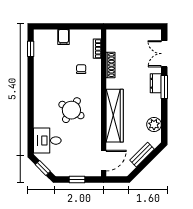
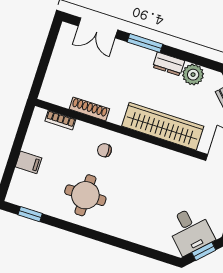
chair: (81, 69) -> (104, 150), moved
dresser: (156, 83) -> (169, 64), moved
round table: (71, 110) -> (85, 195), moved, turned -31
desk: (47, 141) -> (190, 230), moved, turned -45

